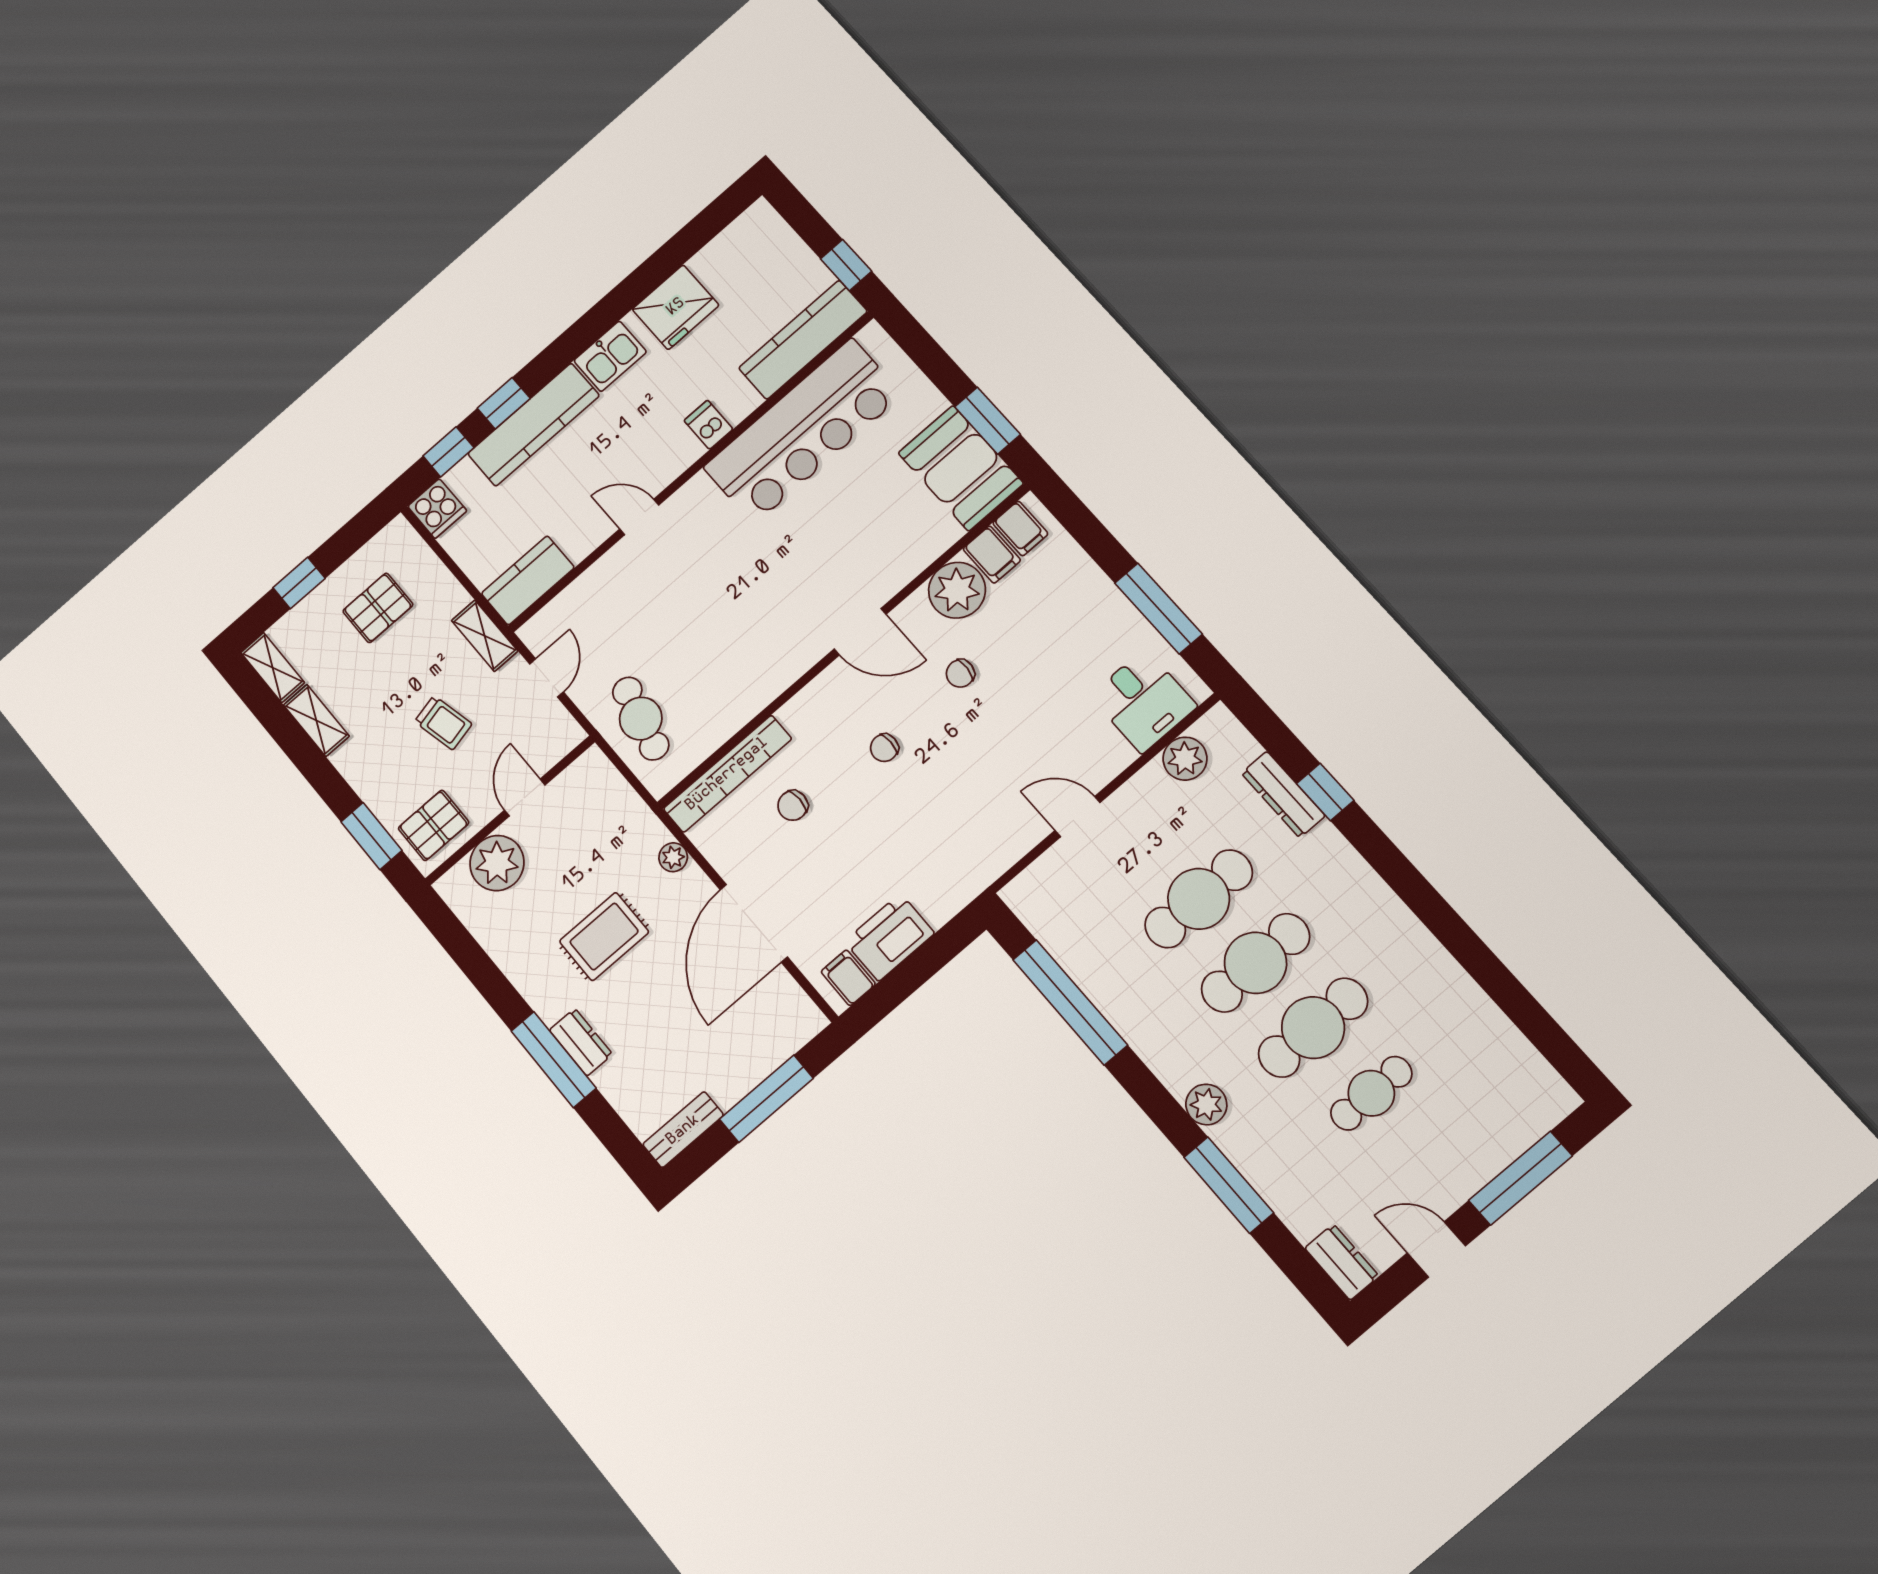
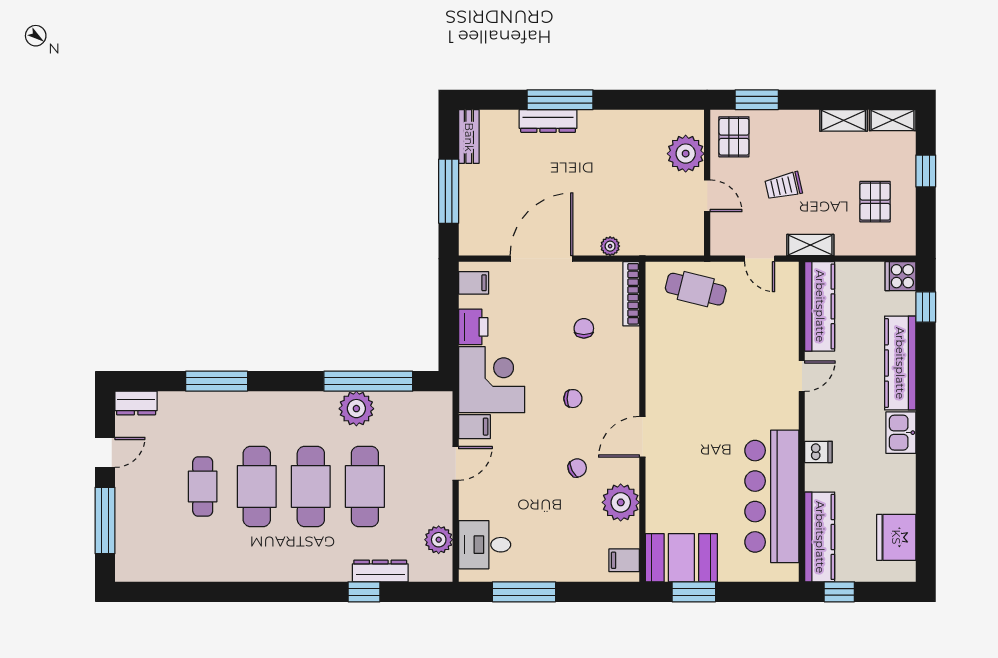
fridge: (676, 307) -> (896, 537), moved
window: (504, 403) -> (926, 357), removed
filing cabinet: (992, 555) -> (474, 427), moved, turned 180
kitchen counter: (528, 580) -> (820, 306), width x1.50
chair: (960, 673) -> (577, 468), turned 58
chair: (884, 748) -> (573, 399), turned 90
bookcase: (727, 774) -> (631, 294), width x0.68, depth x0.76
corner desk: (943, 859) -> (492, 380), added
door: (754, 923) -> (541, 259), hinge flipped
rug: (604, 937) -> (600, 177), removed
printer: (889, 937) -> (473, 327), width x0.73, depth x0.84
dresser: (581, 1042) -> (548, 121), width x1.44
plant: (1206, 1104) -> (356, 409), moved, width x1.36, depth x1.36

